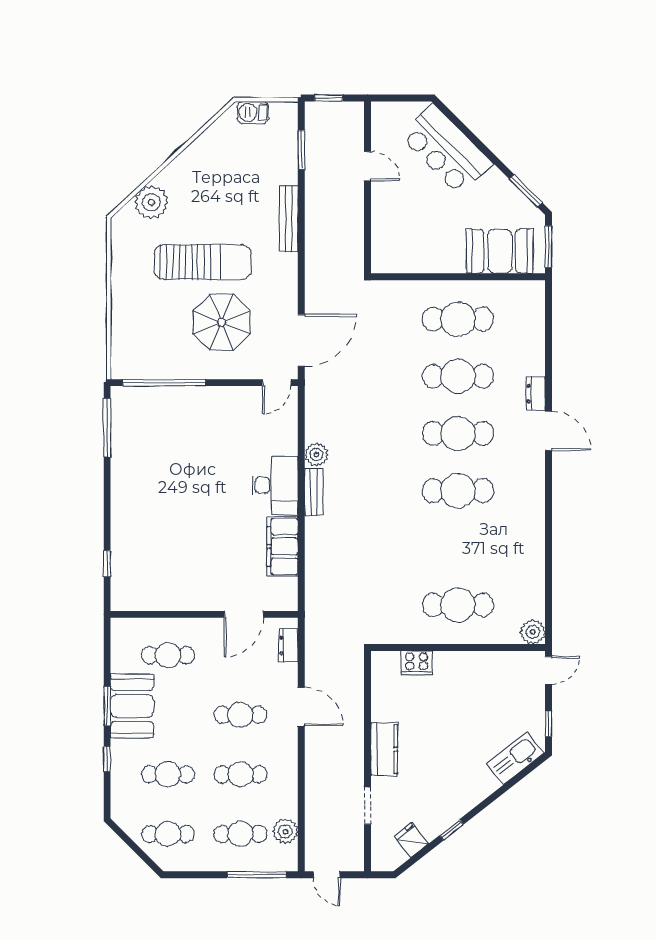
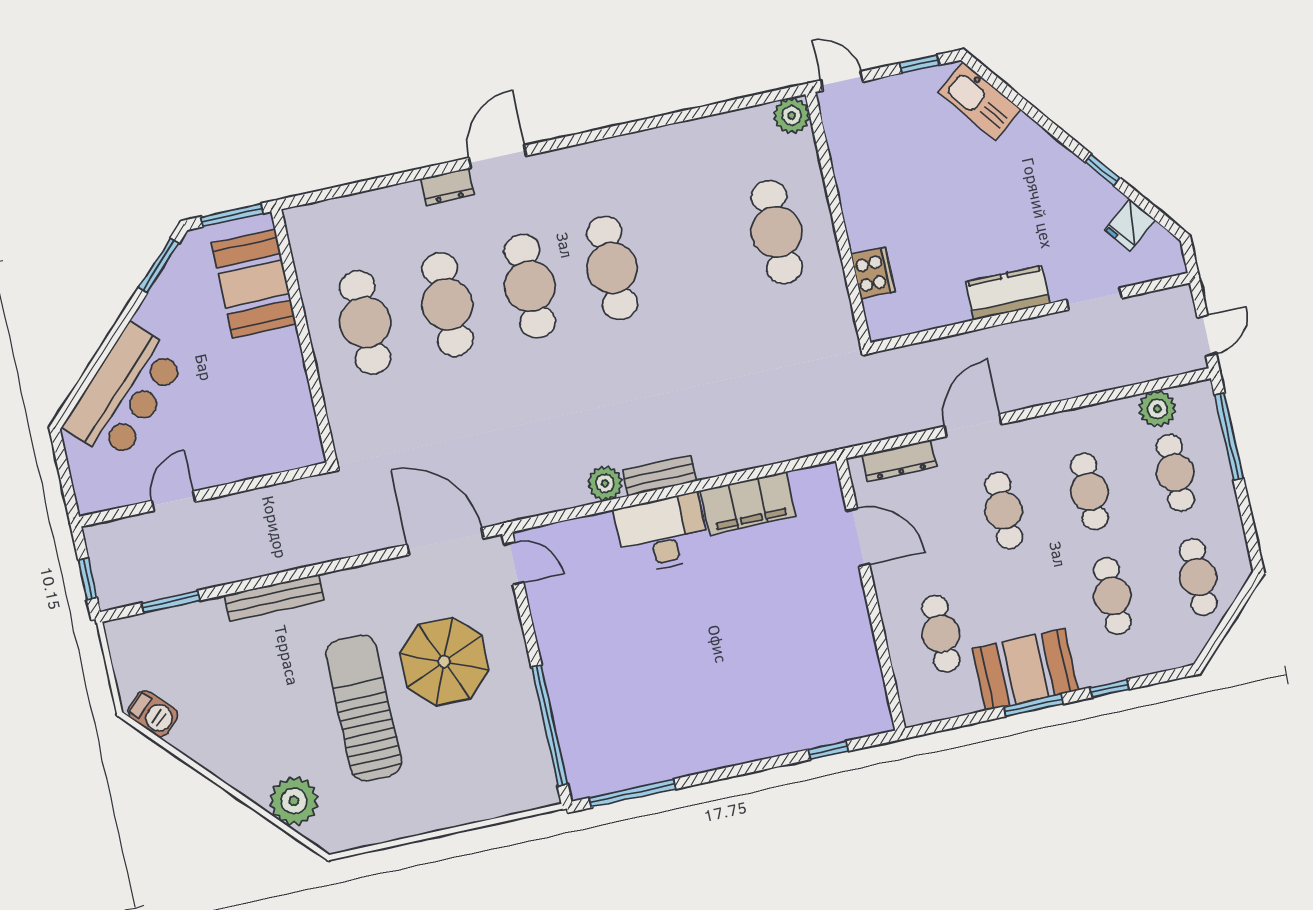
barbecue: (253, 113) -> (153, 714), moved, turned -43
dresser: (289, 645) -> (899, 461), width x1.44

